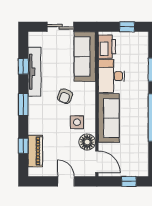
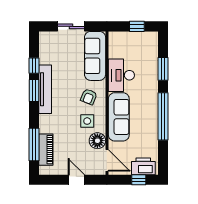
printer: (107, 47) -> (143, 166), moved, turned -90
tv unit: (34, 72) -> (45, 89), moved
armchair: (65, 96) -> (89, 97), moved
window: (23, 105) -> (34, 90), moved
window: (23, 146) -> (34, 144), width x2.17

